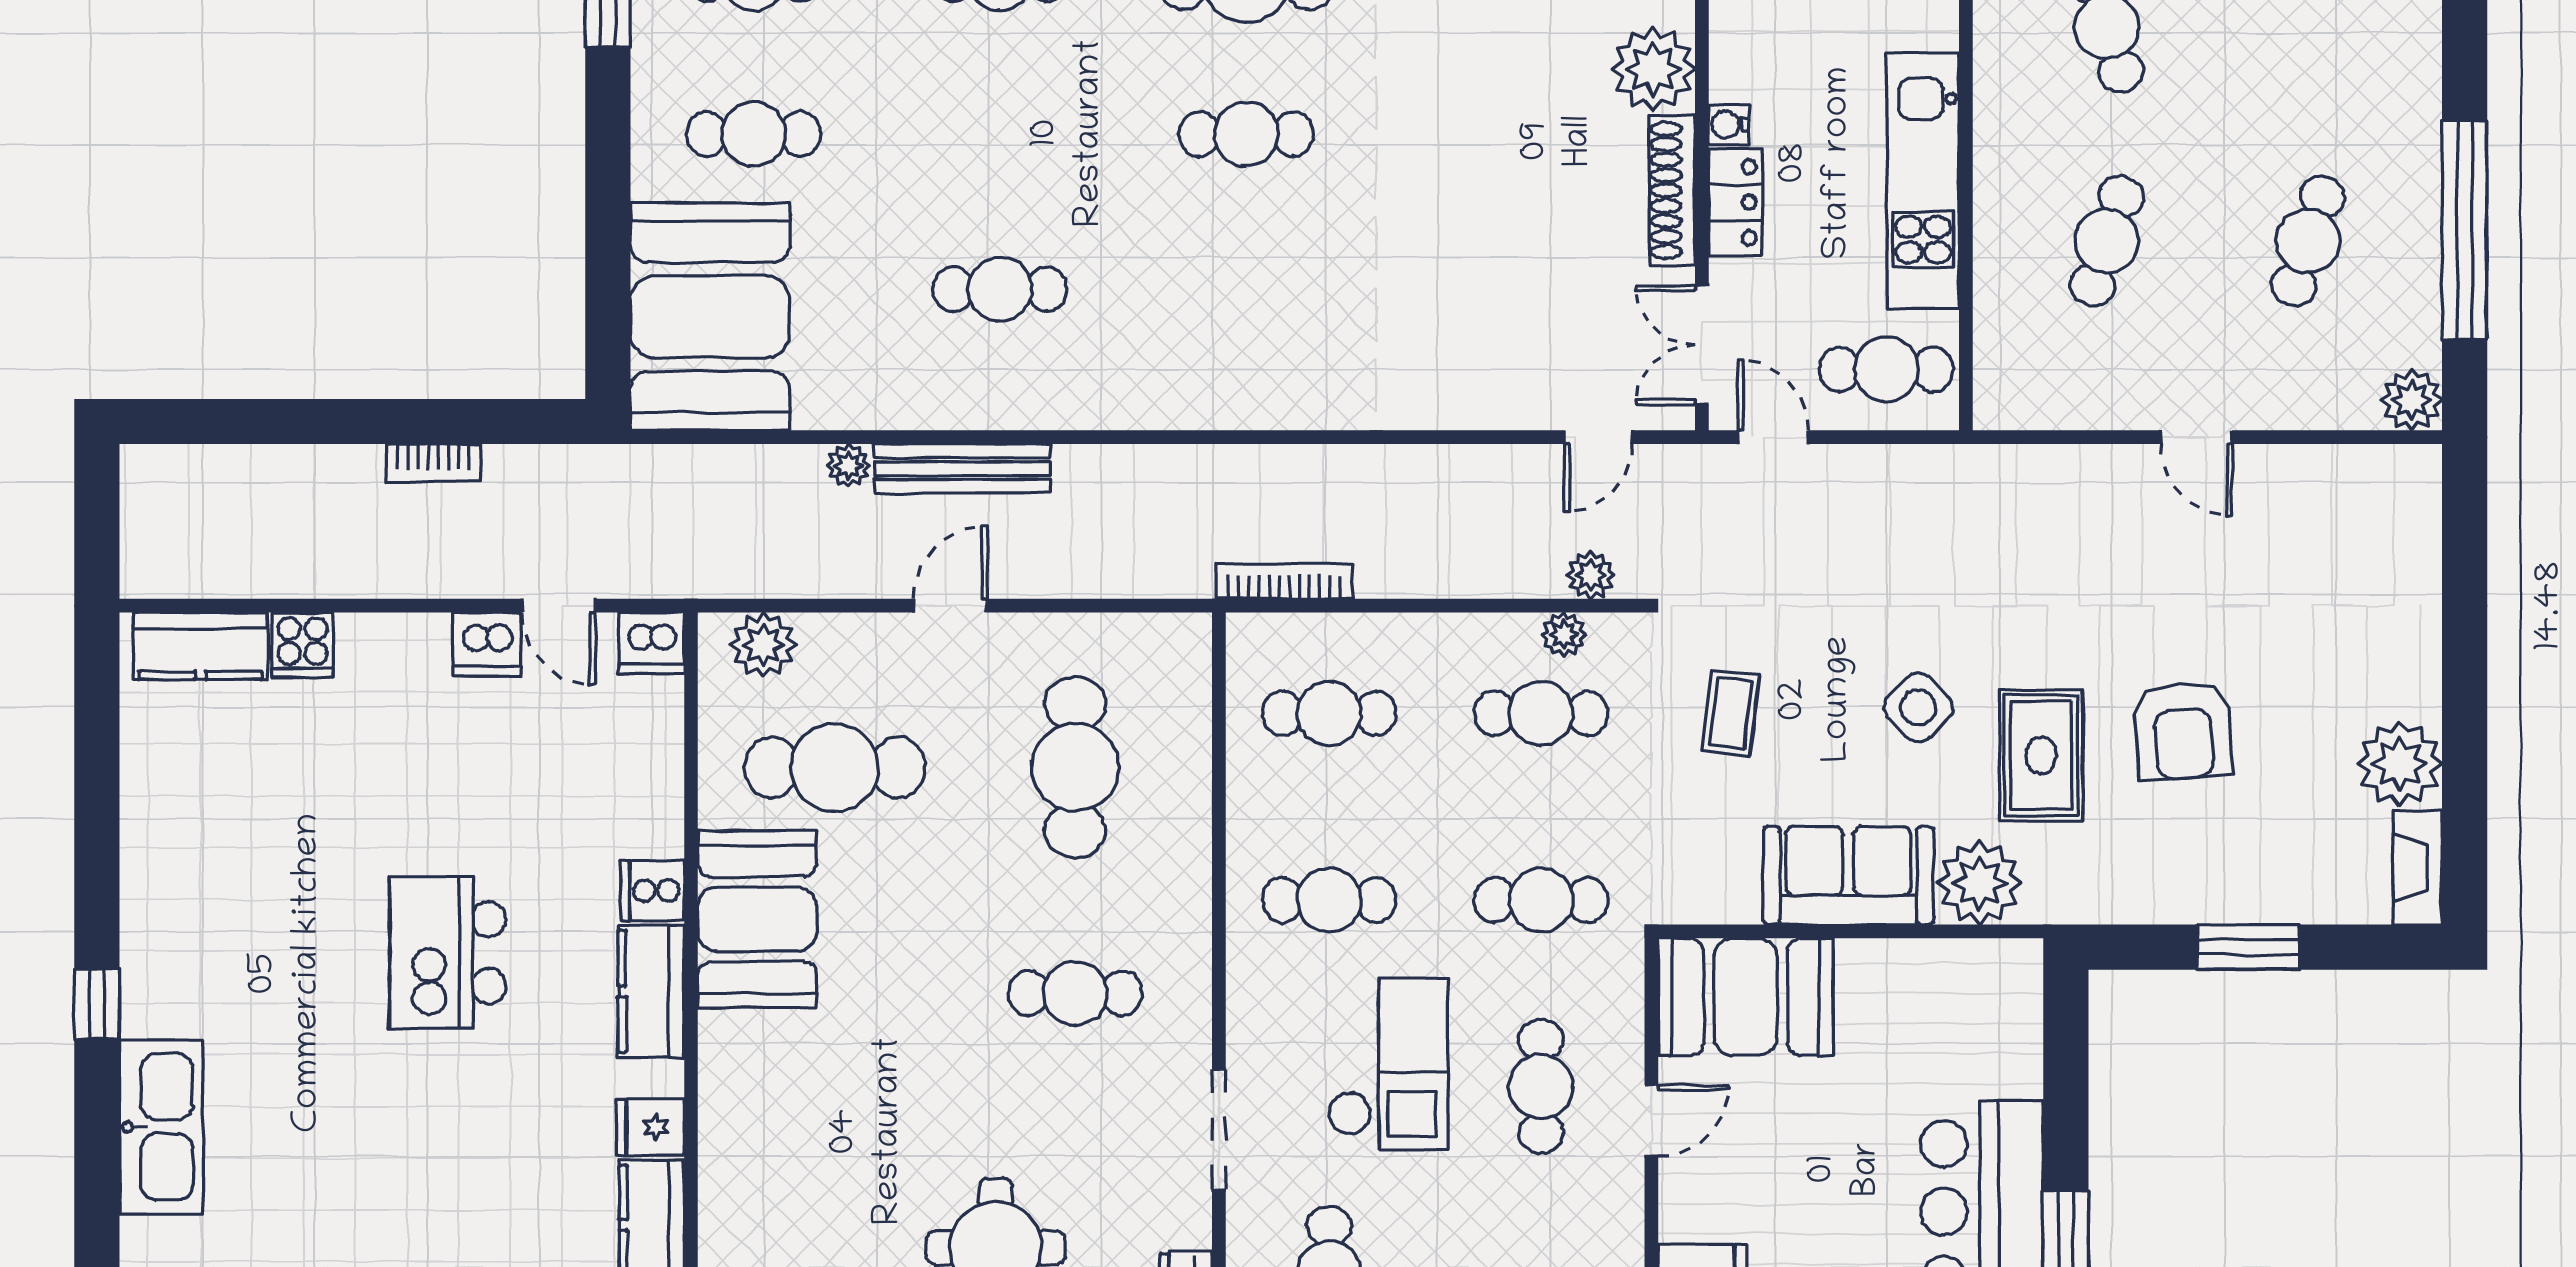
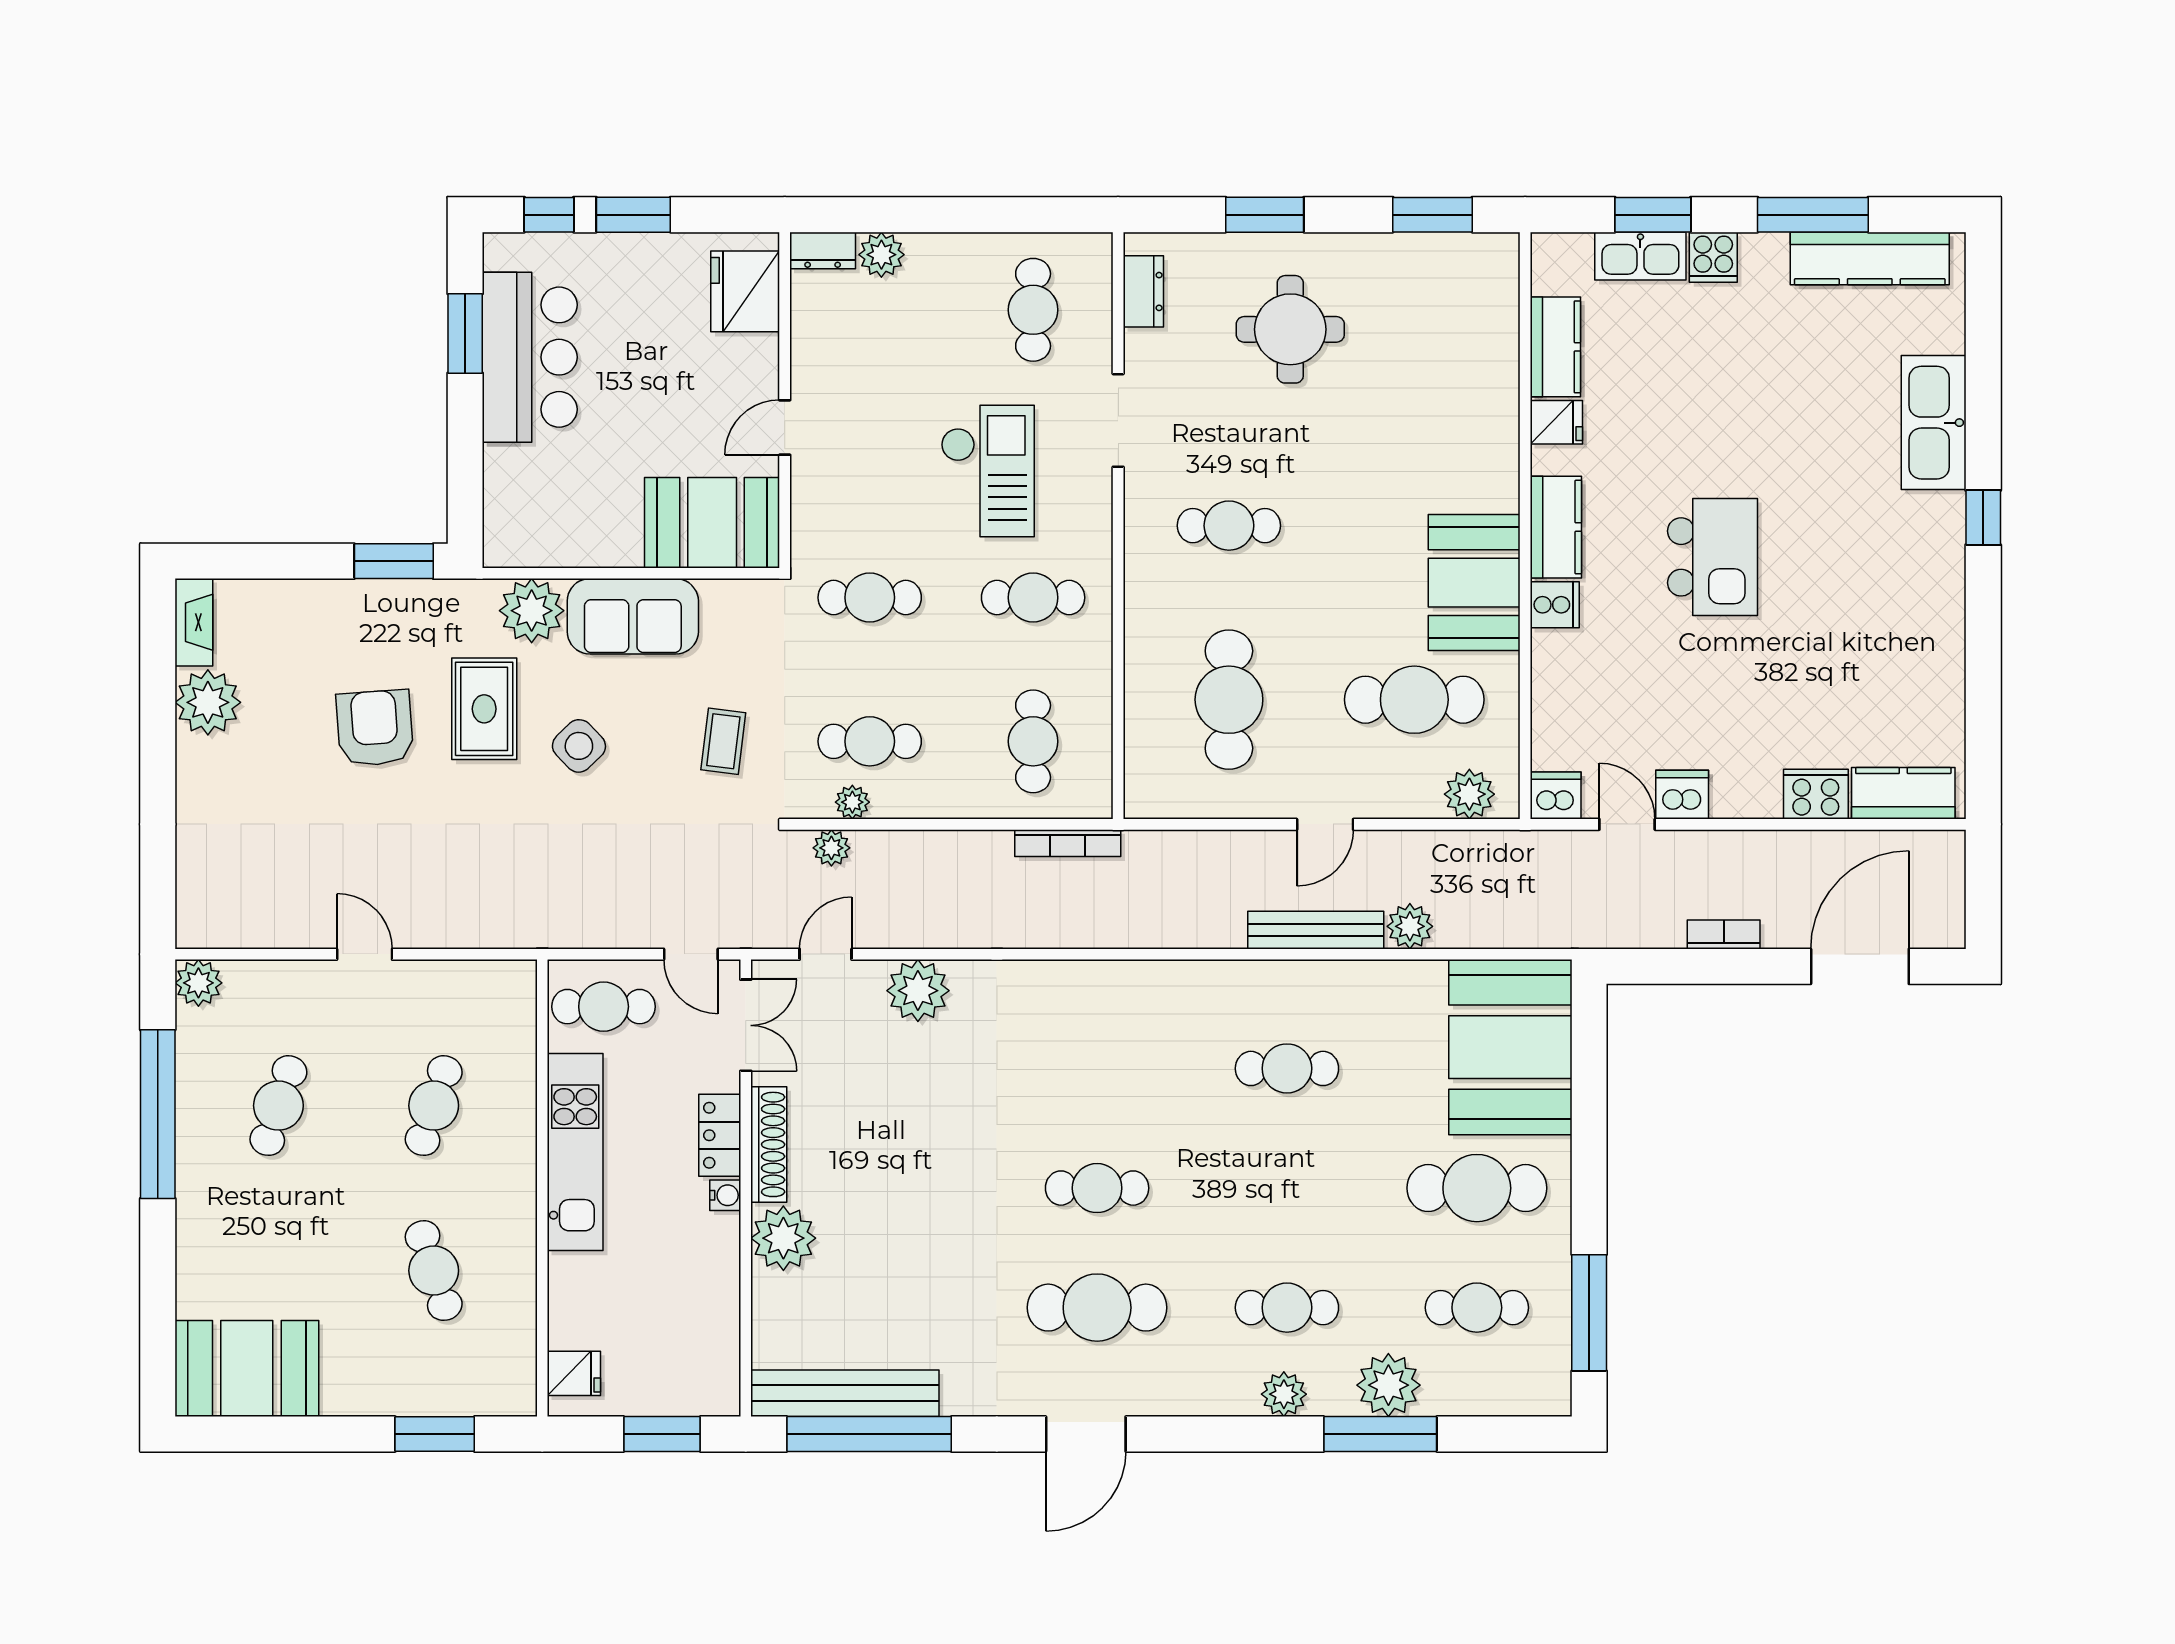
cafe table: (754, 134) -> (1477, 1188), width x1.37, depth x1.35
plant: (1479, 390) -> (918, 991), added
door: (257, 421) -> (1860, 966), added
plant: (848, 465) -> (1410, 926), width x1.38, depth x1.38
cooker: (303, 645) -> (1816, 794), width x1.36
cafe table: (1329, 713) -> (1033, 741), turned 90
window: (2248, 947) -> (394, 561), moved
checkout: (1388, 1064) -> (988, 471), turned 180
cafe table: (1541, 1087) -> (870, 454), removed

